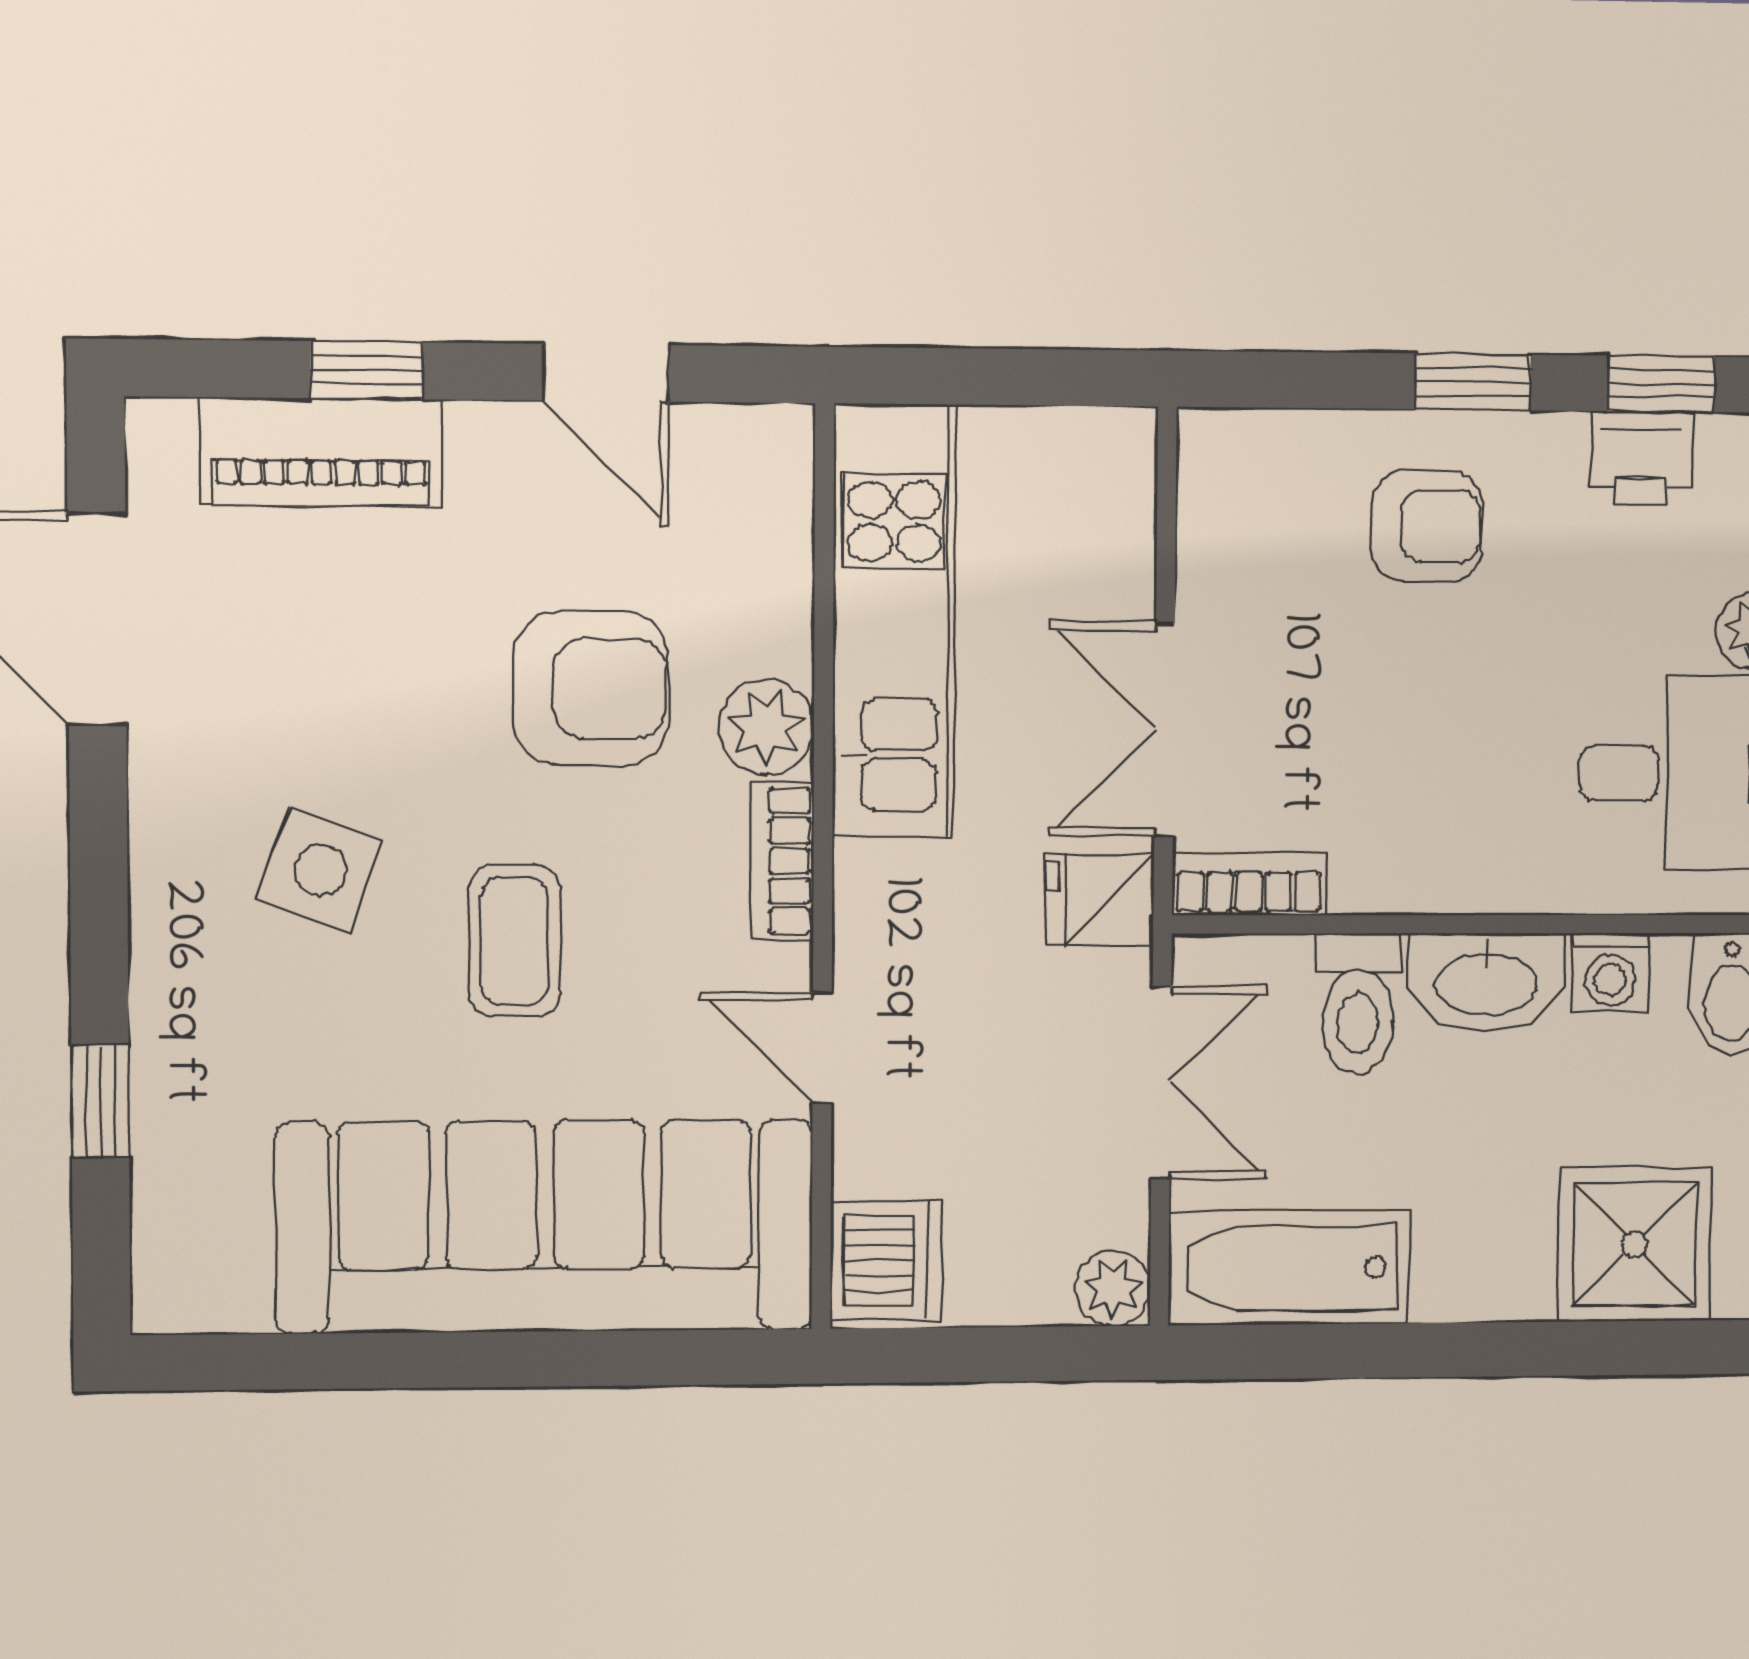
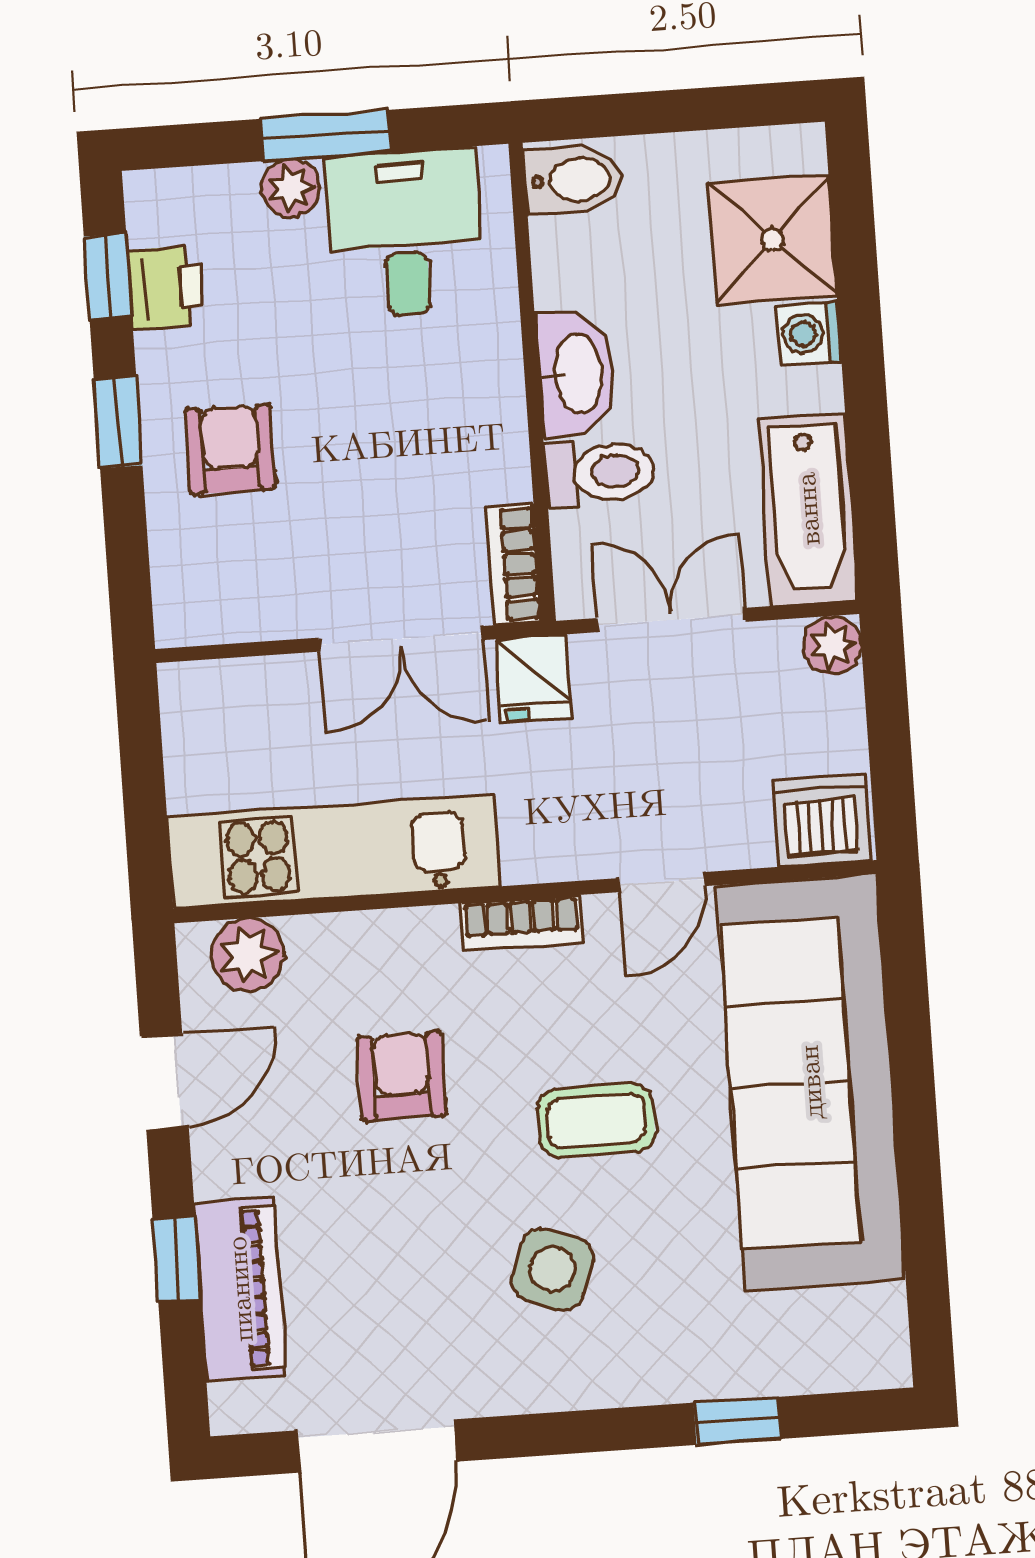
armchair: (591, 689) -> (402, 1076), width x0.72, depth x0.72
plant: (766, 727) -> (248, 954), moved
washing machine: (1610, 972) -> (809, 333), moved, turned 180

